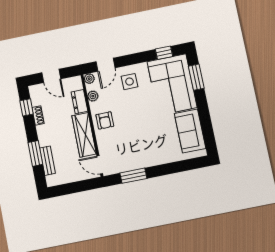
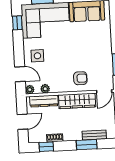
dresser: (79, 102) -> (44, 101), width x1.44
armchair: (105, 120) -> (80, 78), moved

